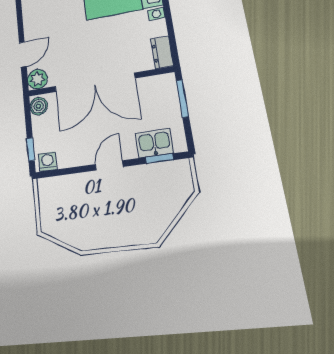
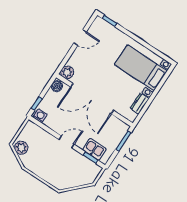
dresser: (162, 52) -> (139, 103), moved
door: (23, 54) -> (80, 37), moved
plant: (56, 226) -> (21, 148), added

